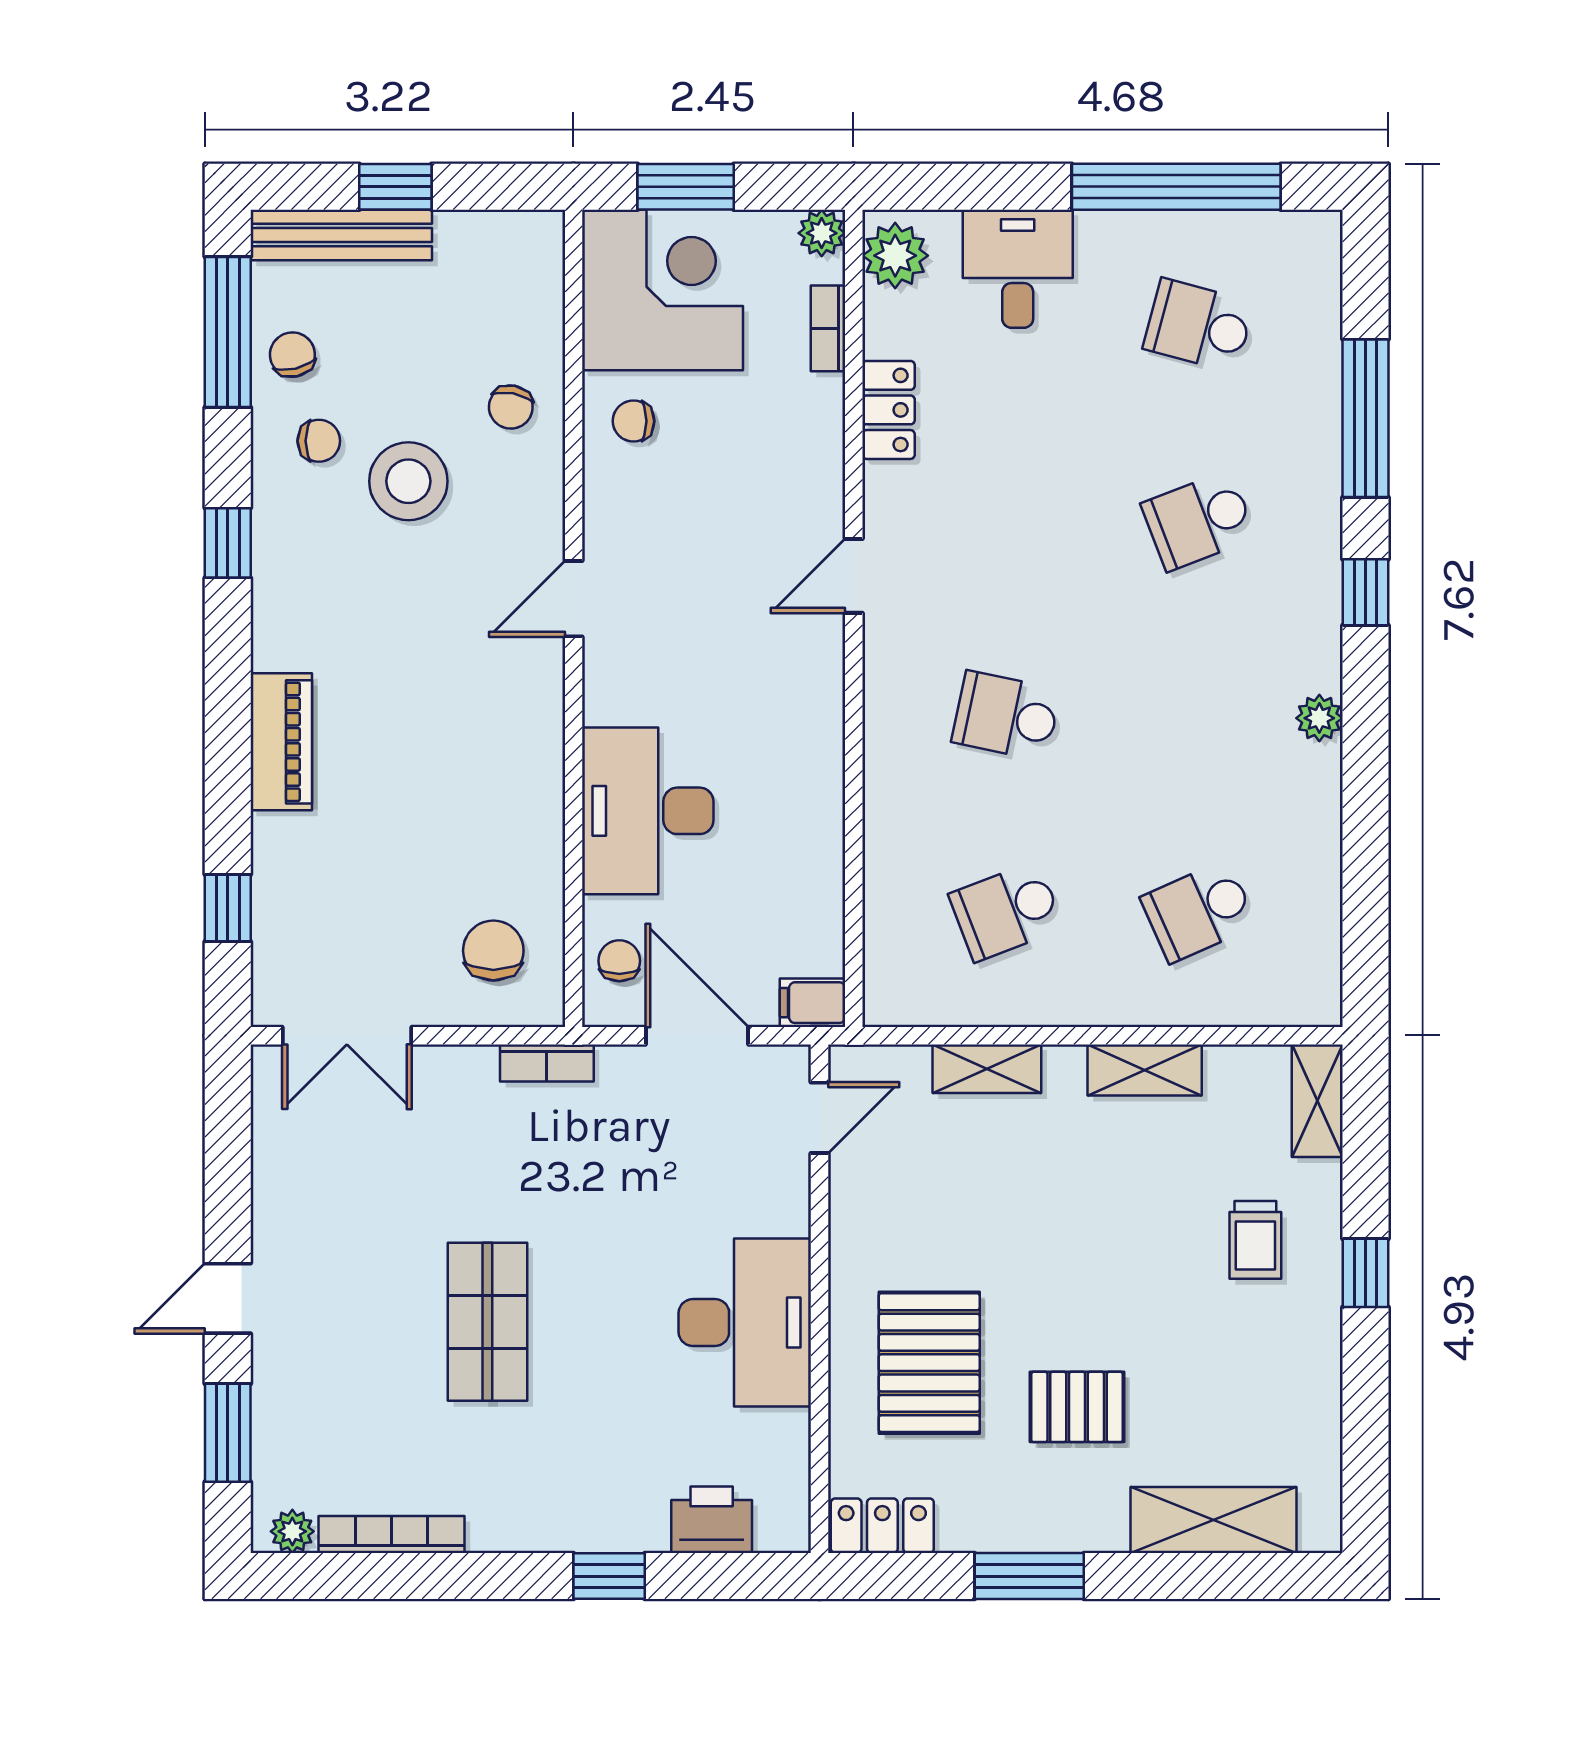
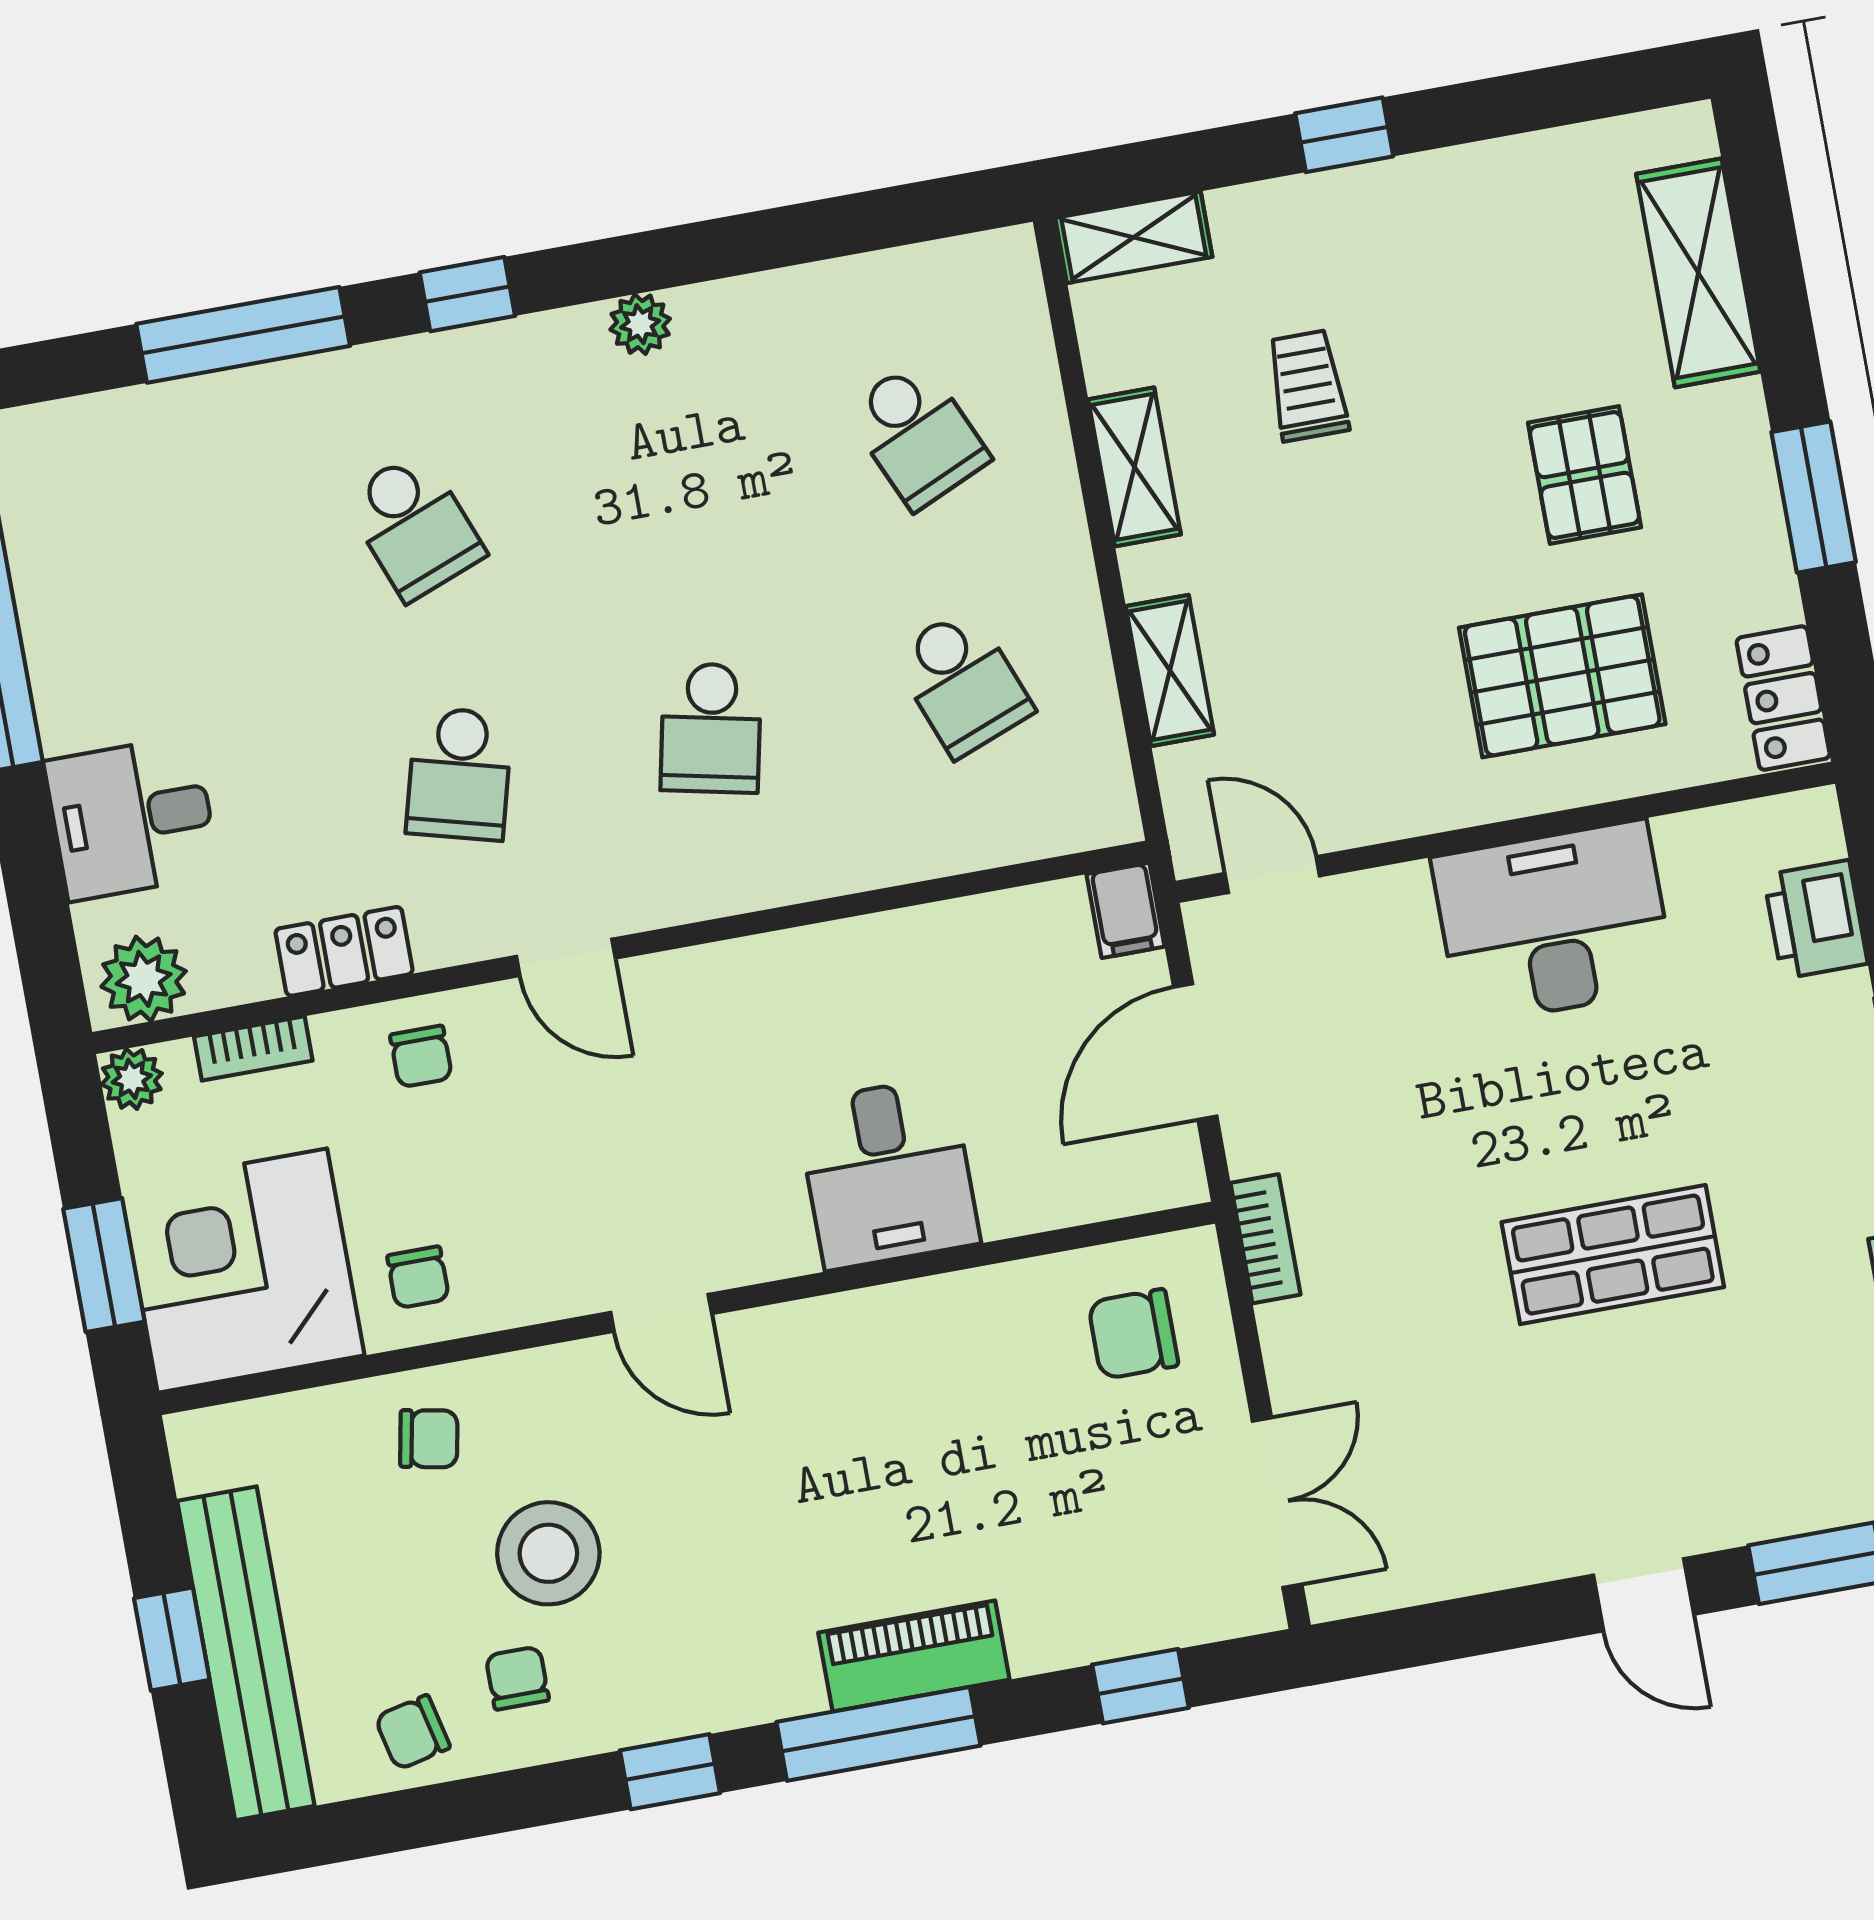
bench: (341, 235) -> (246, 1653), width x1.37, depth x1.21
school desk: (1199, 325) -> (459, 774), moved
window: (228, 332) -> (878, 1734), moved
desk: (648, 811) -> (888, 1173), width x0.73
chair: (619, 961) -> (421, 1056), moved, turned -90
trolley: (1255, 1240) -> (1307, 386), moved, turned -90

